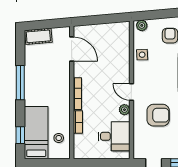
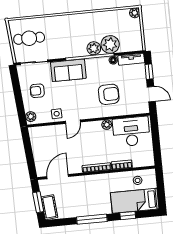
window: (45, 24) -> (38, 202), added
door: (131, 92) -> (73, 122), moved
armchair: (158, 115) -> (109, 94), turned 89
window: (20, 135) -> (128, 216), moved
desk: (114, 136) -> (131, 132), width x1.37

